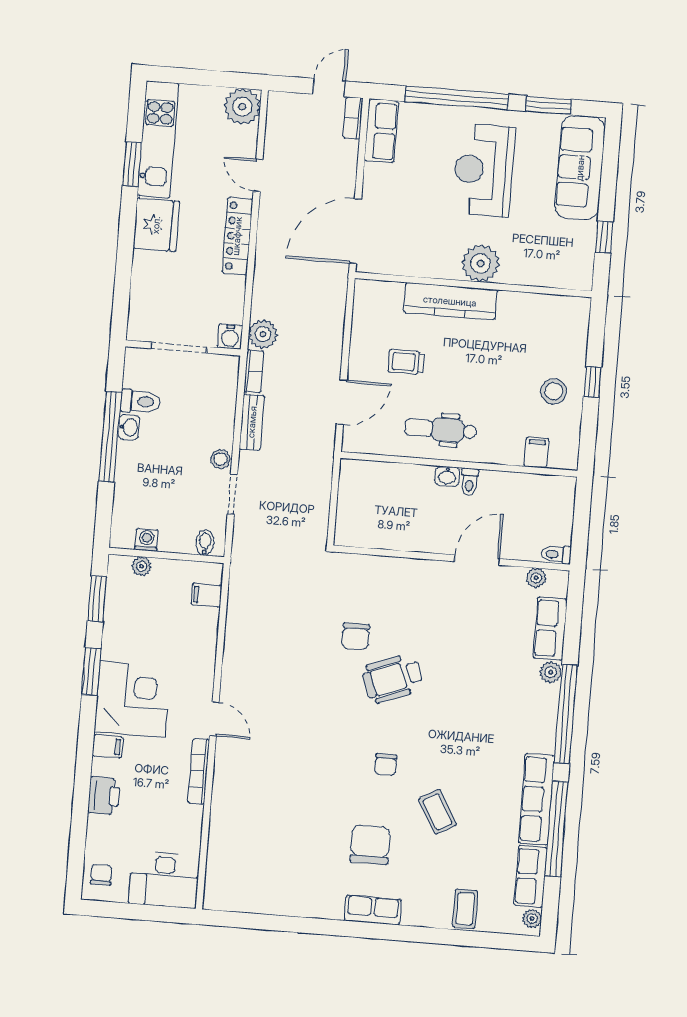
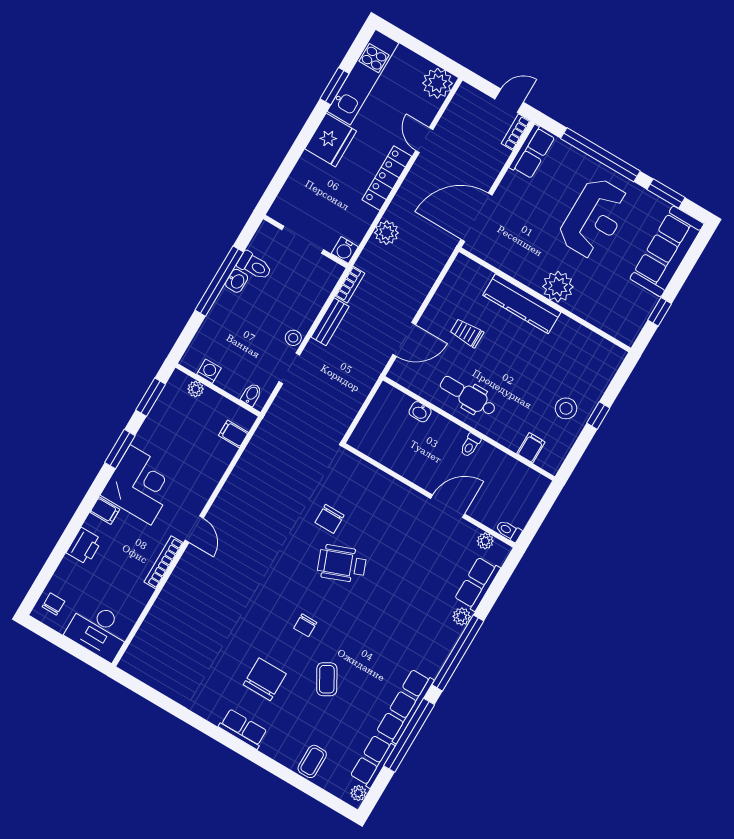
reception desk: (484, 170) -> (594, 218), turned 180
plant: (263, 334) -> (387, 233), moved
washbasin: (447, 476) -> (420, 412), moved

